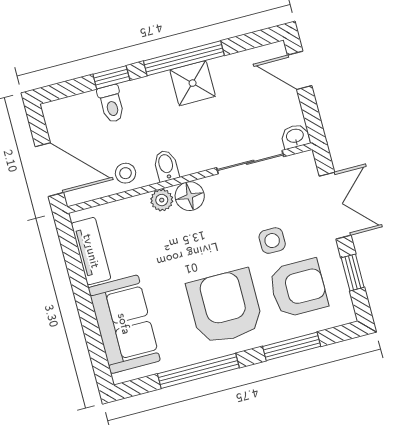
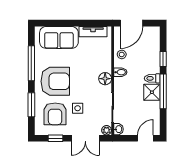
toilet: (111, 104) -> (152, 78), moved
plant: (162, 200) -> (107, 130), moved

